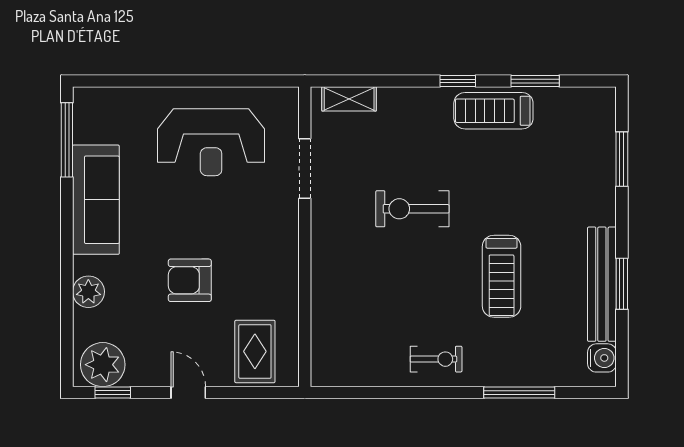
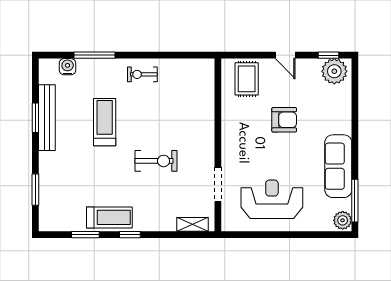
plant: (88, 292) -> (343, 220), moved
water cooler: (602, 358) -> (68, 67), moved, turned 90

